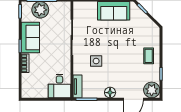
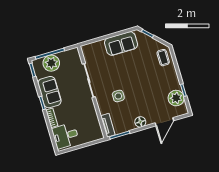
coffee table: (149, 56) -> (163, 58), moved
desk: (59, 86) -> (66, 136), moved, turned 90
plant: (152, 90) -> (176, 98), moved

